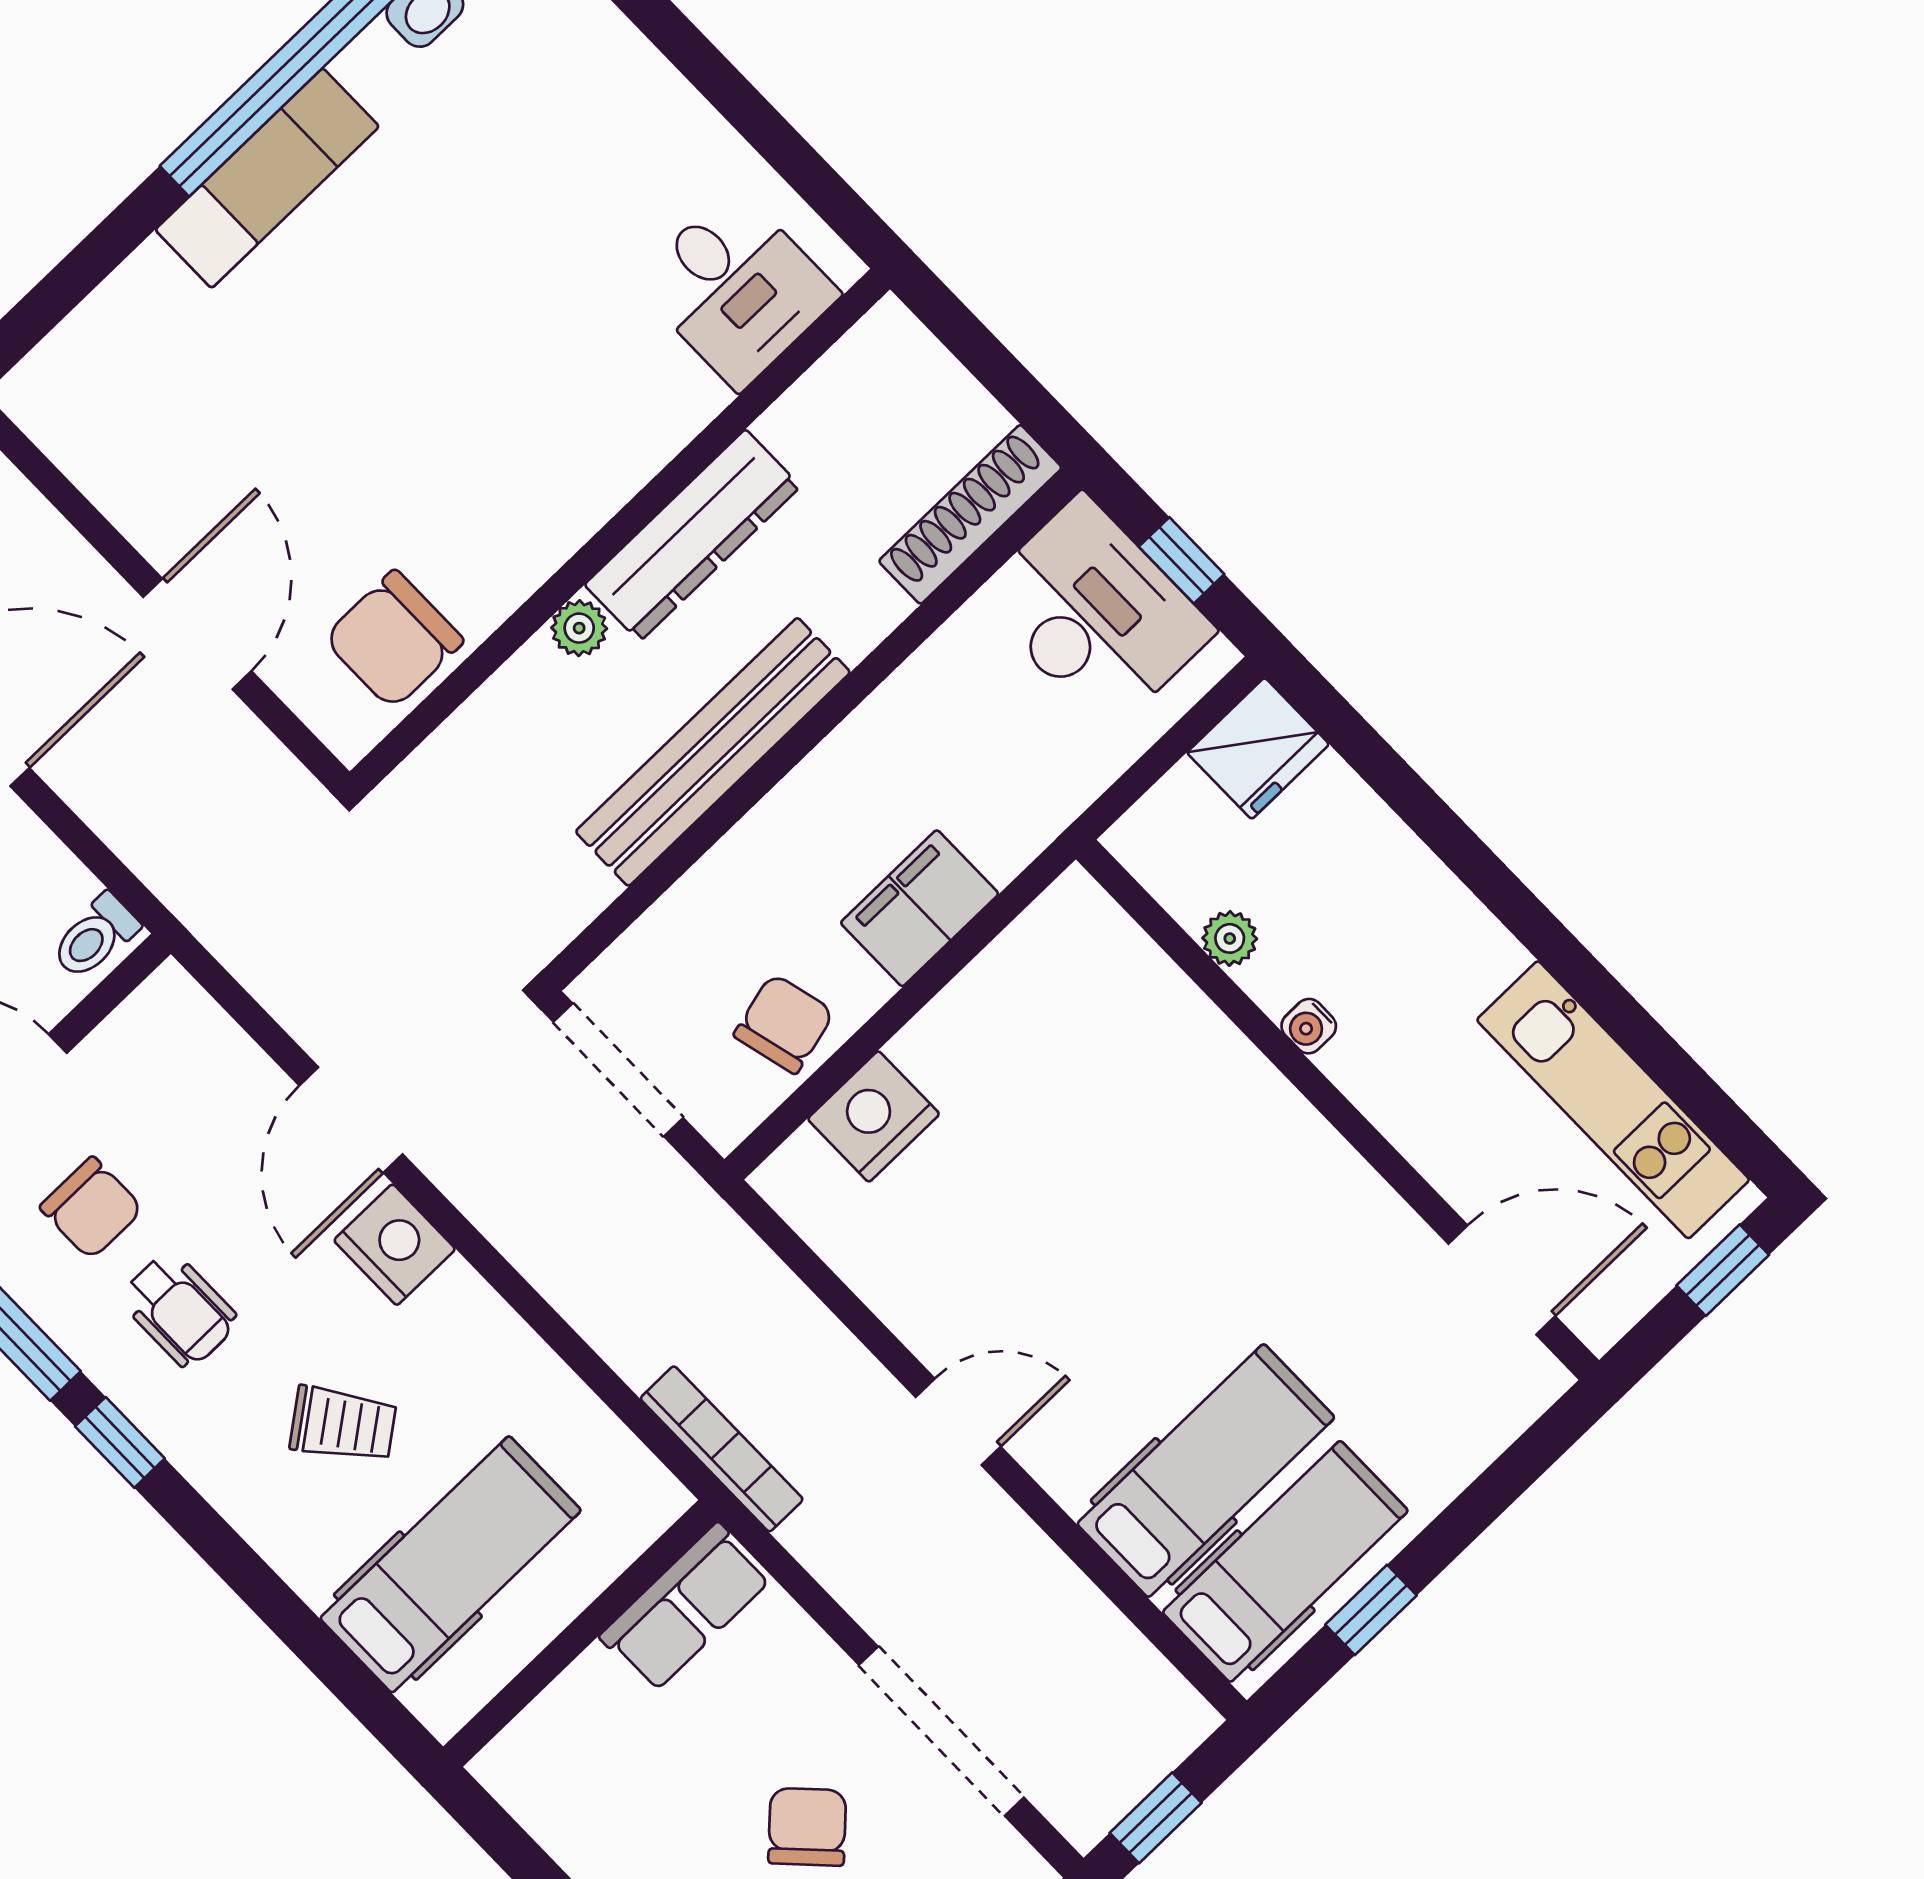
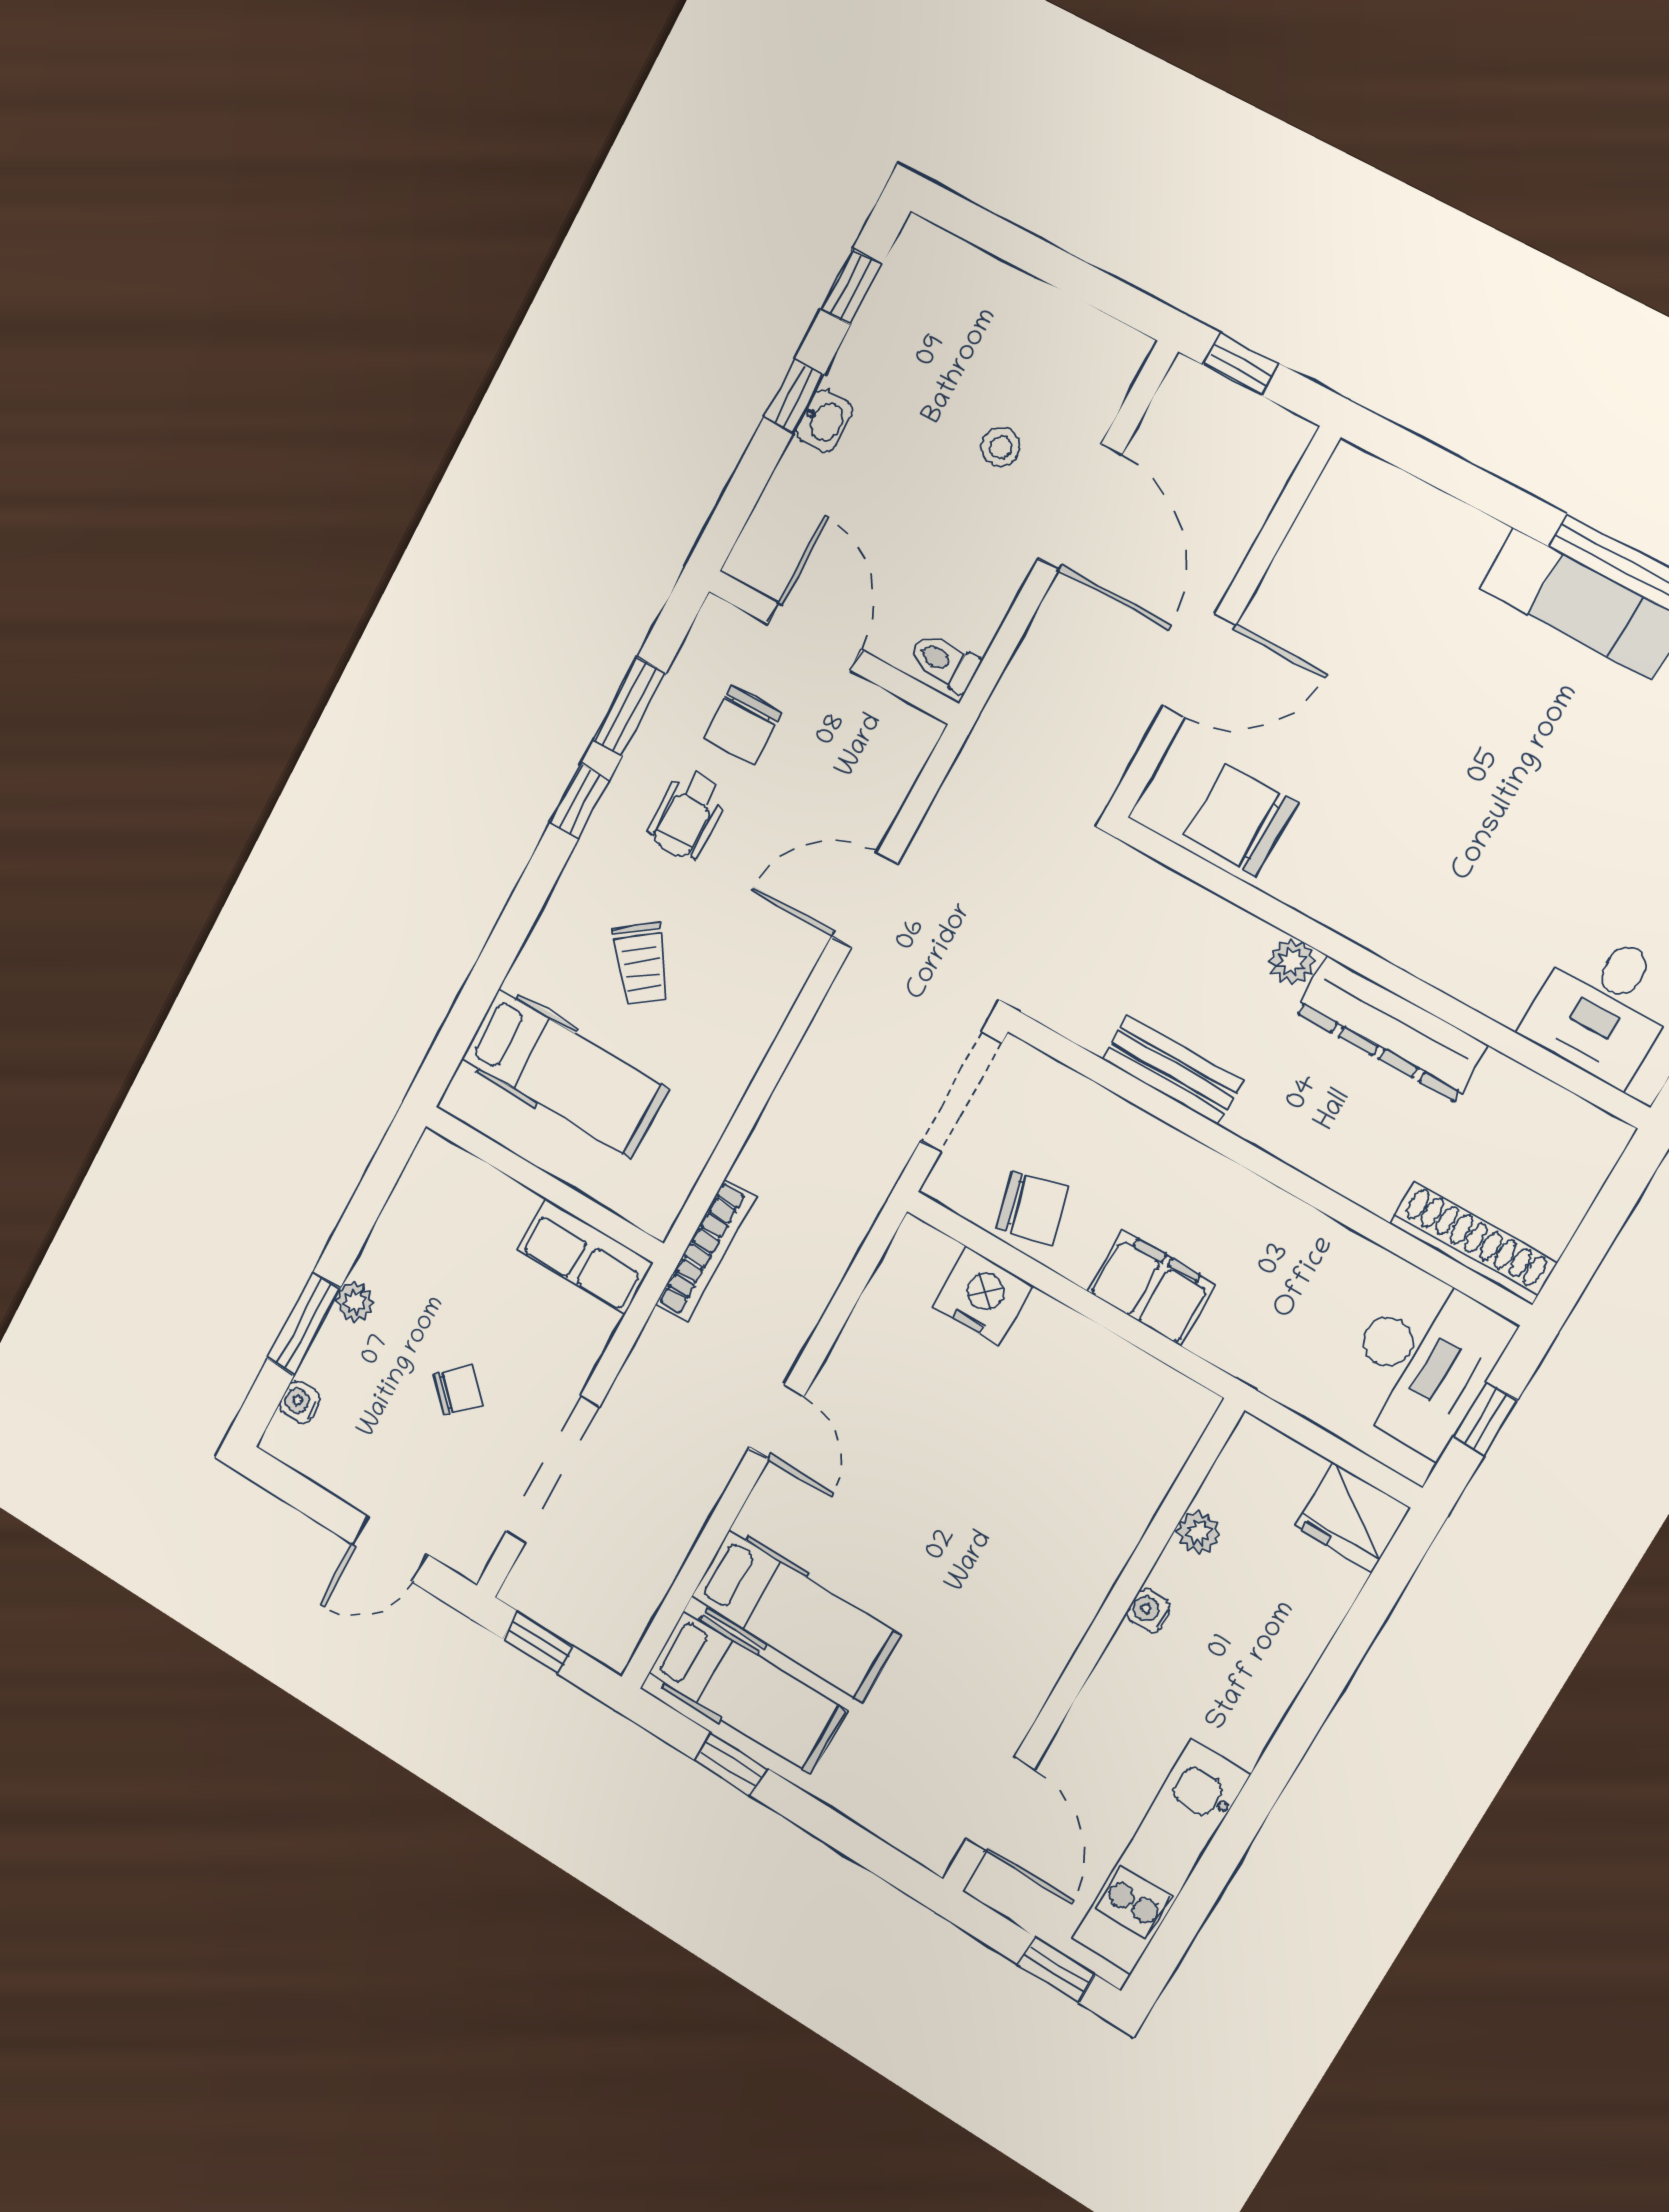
bench: (713, 752) -> (1172, 1070), width x0.54, depth x0.82
nightstand: (395, 1245) -> (782, 962), removed
chair: (807, 1827) -> (458, 1390), width x0.73, depth x0.73

